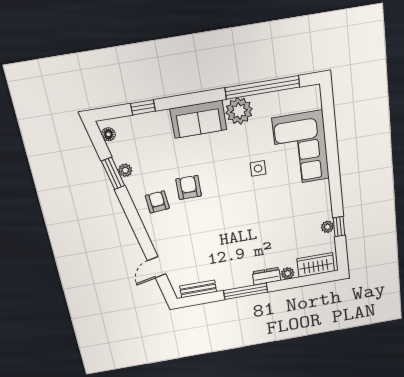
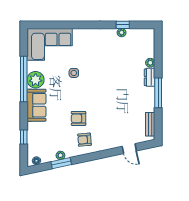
window: (262, 87) -> (24, 79), moved
corner sofa: (301, 149) -> (50, 44), moved
wardrobe: (316, 265) -> (148, 43), removed

